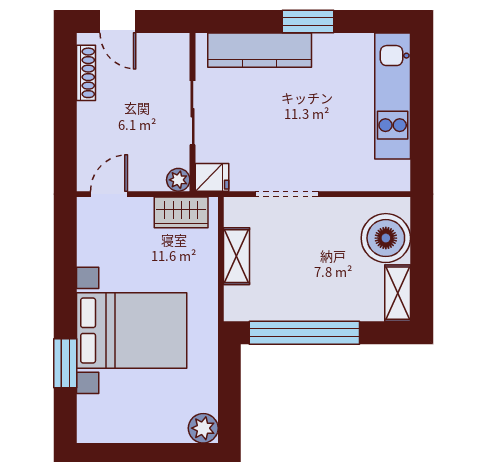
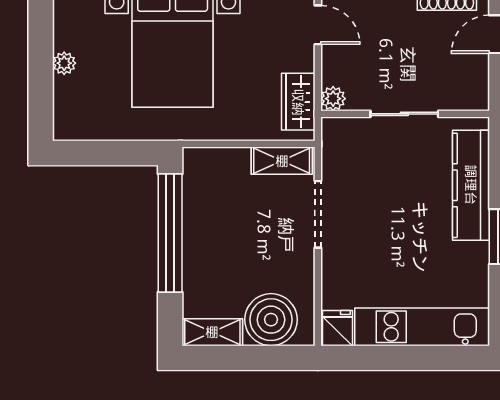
fridge: (212, 177) -> (338, 328), moved, turned 180
shelving: (237, 256) -> (282, 161), moved
plant: (203, 428) -> (64, 63), moved, width x0.73, depth x0.73

